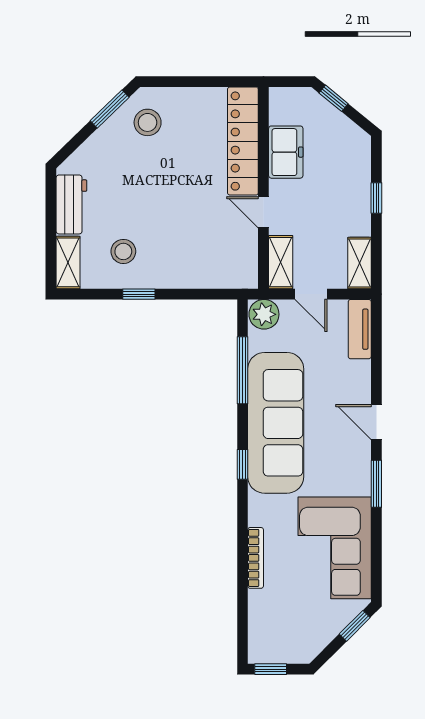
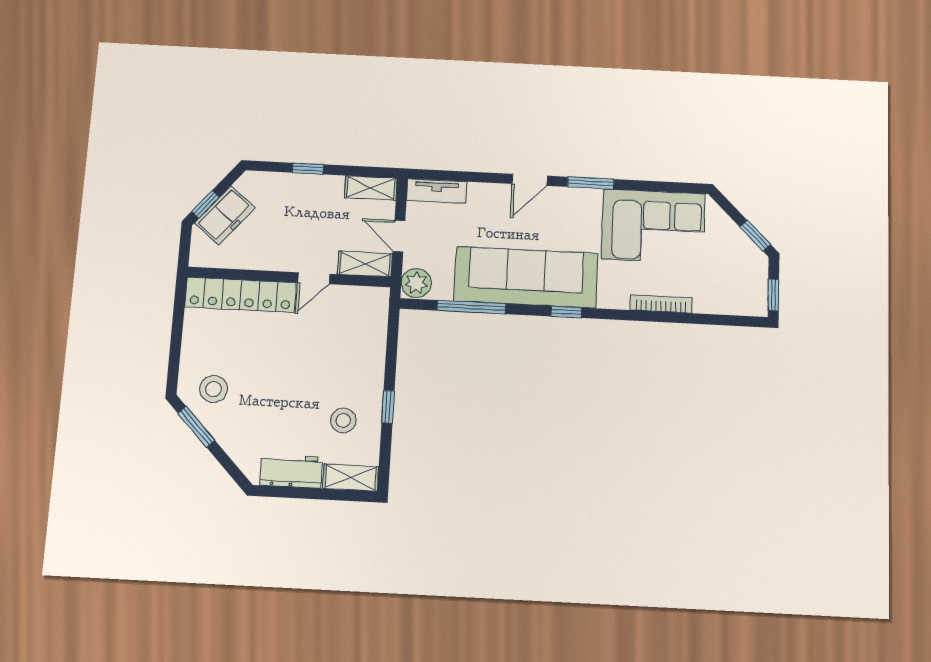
freezer: (286, 152) -> (225, 215), moved, turned 129
door: (311, 294) -> (399, 236), swing flipped
window: (355, 626) -> (755, 235), moved

